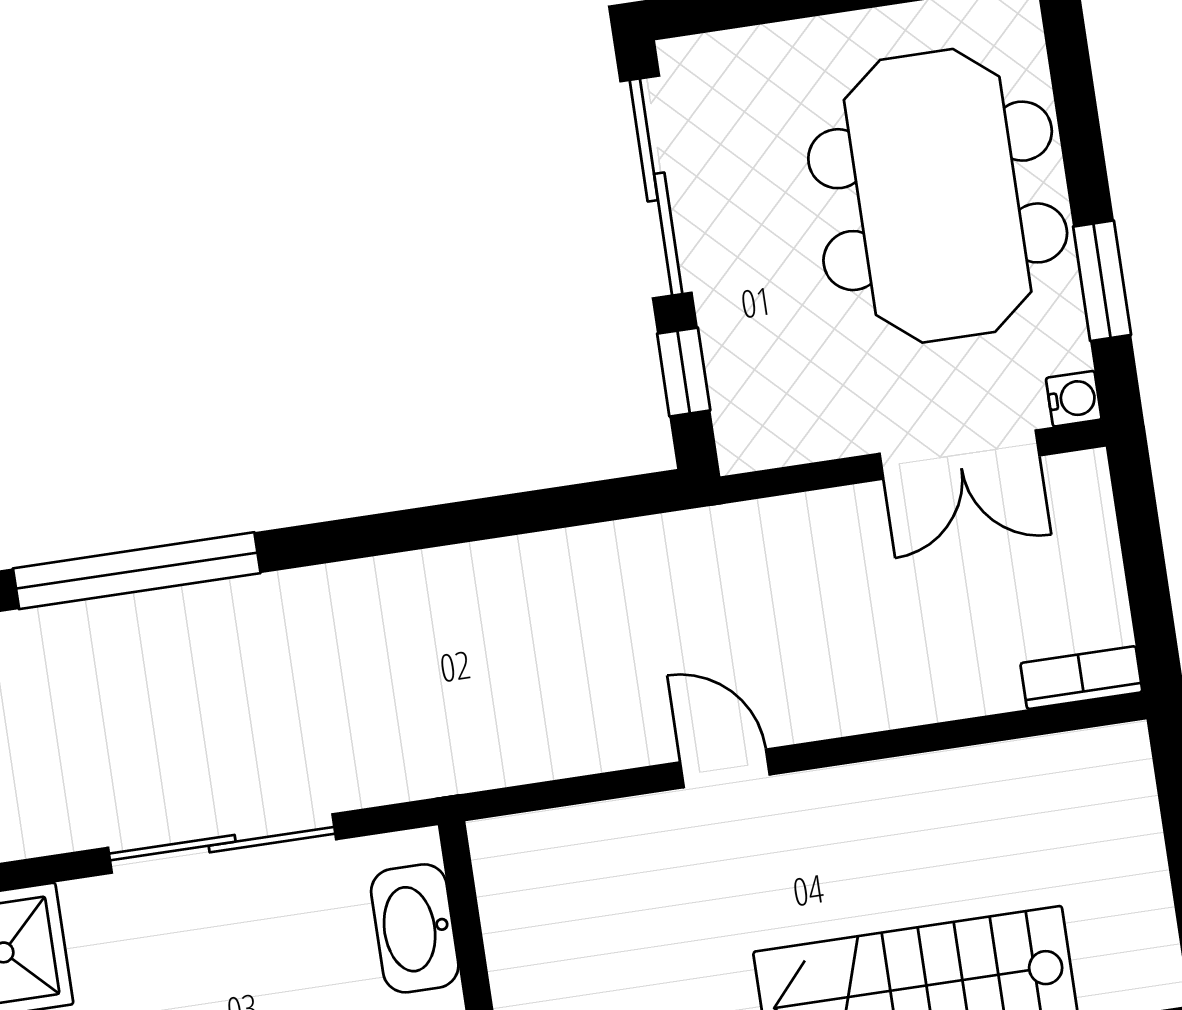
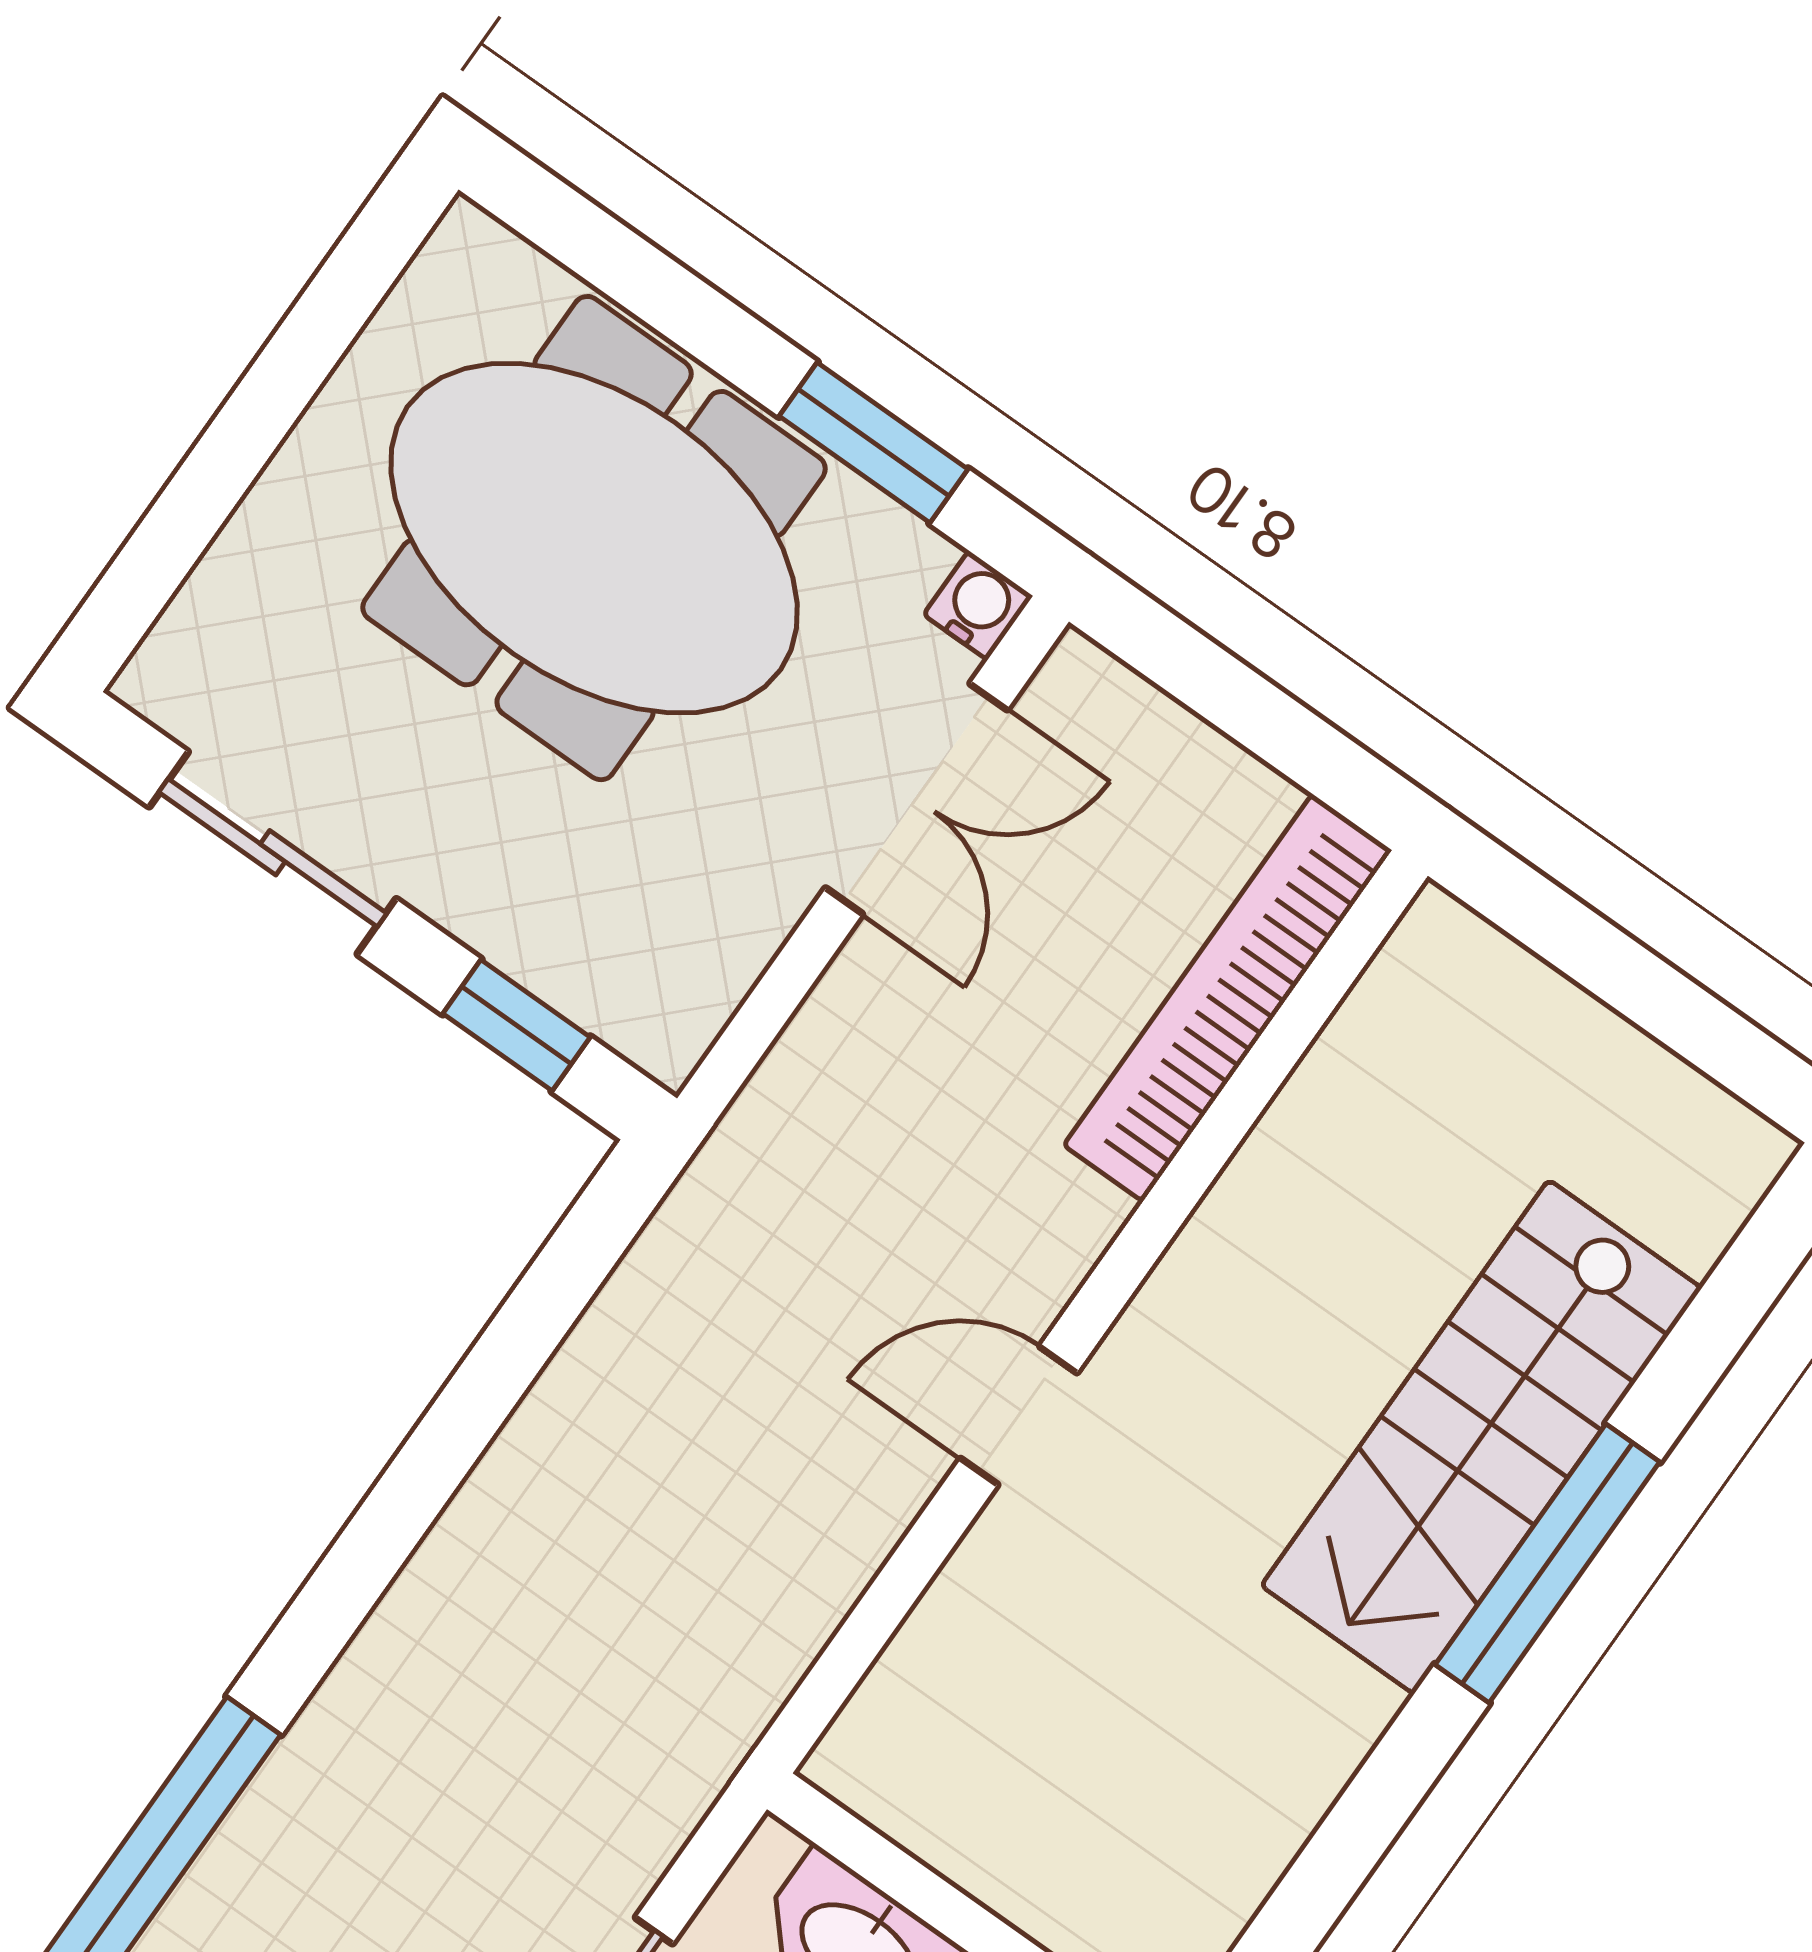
sliding door: (656, 187) -> (273, 853), width x0.73
bookcase: (1081, 678) -> (1228, 998), width x2.31, depth x1.31

